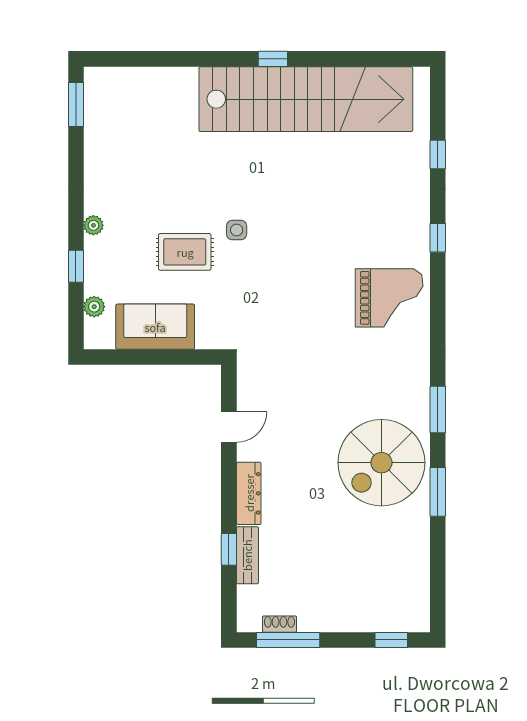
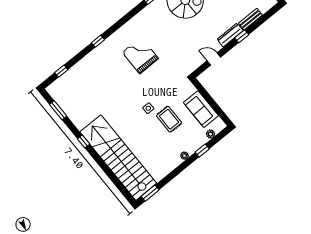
window: (370, 59) -> (58, 110), added
stairs: (306, 99) -> (118, 158), moved
window: (438, 154) -> (61, 71), moved
grand piano: (389, 298) -> (140, 55), moved
window: (229, 549) -> (242, 36), moved

